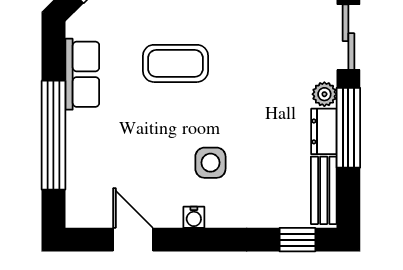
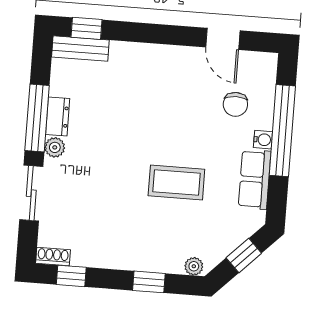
chair: (112, 162) -> (235, 104), added
side table: (210, 163) -> (154, 98), removed
bench: (324, 190) -> (80, 49), moved, turned 90
water cooler: (194, 217) -> (263, 140), moved, turned 90

